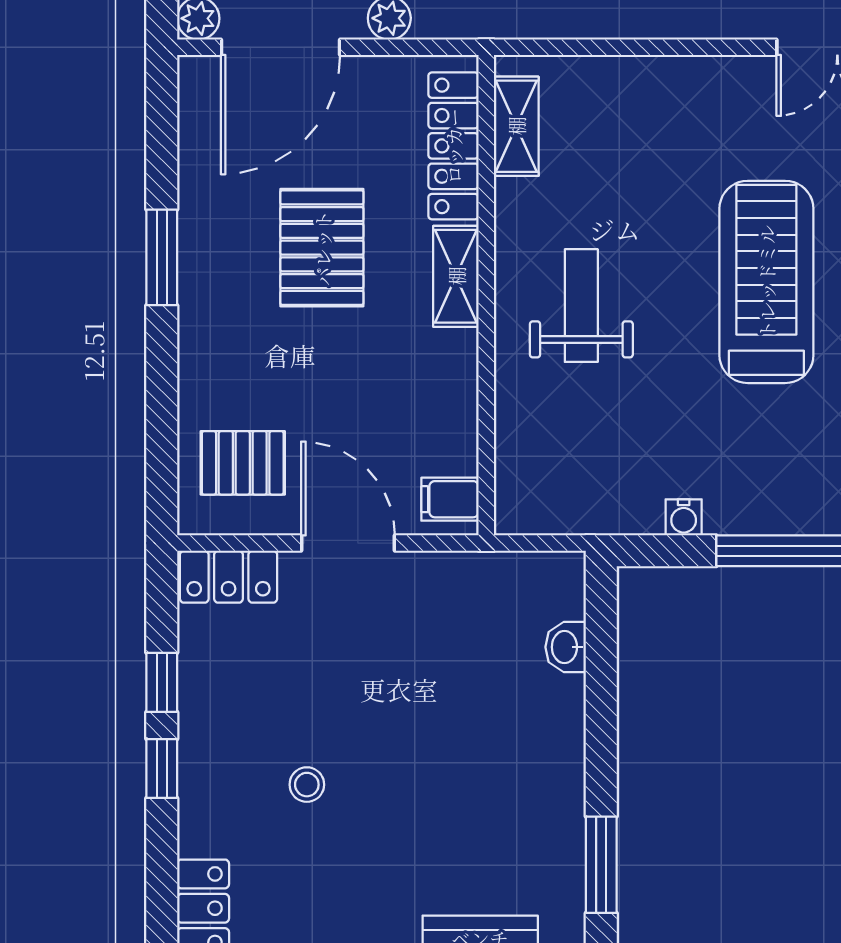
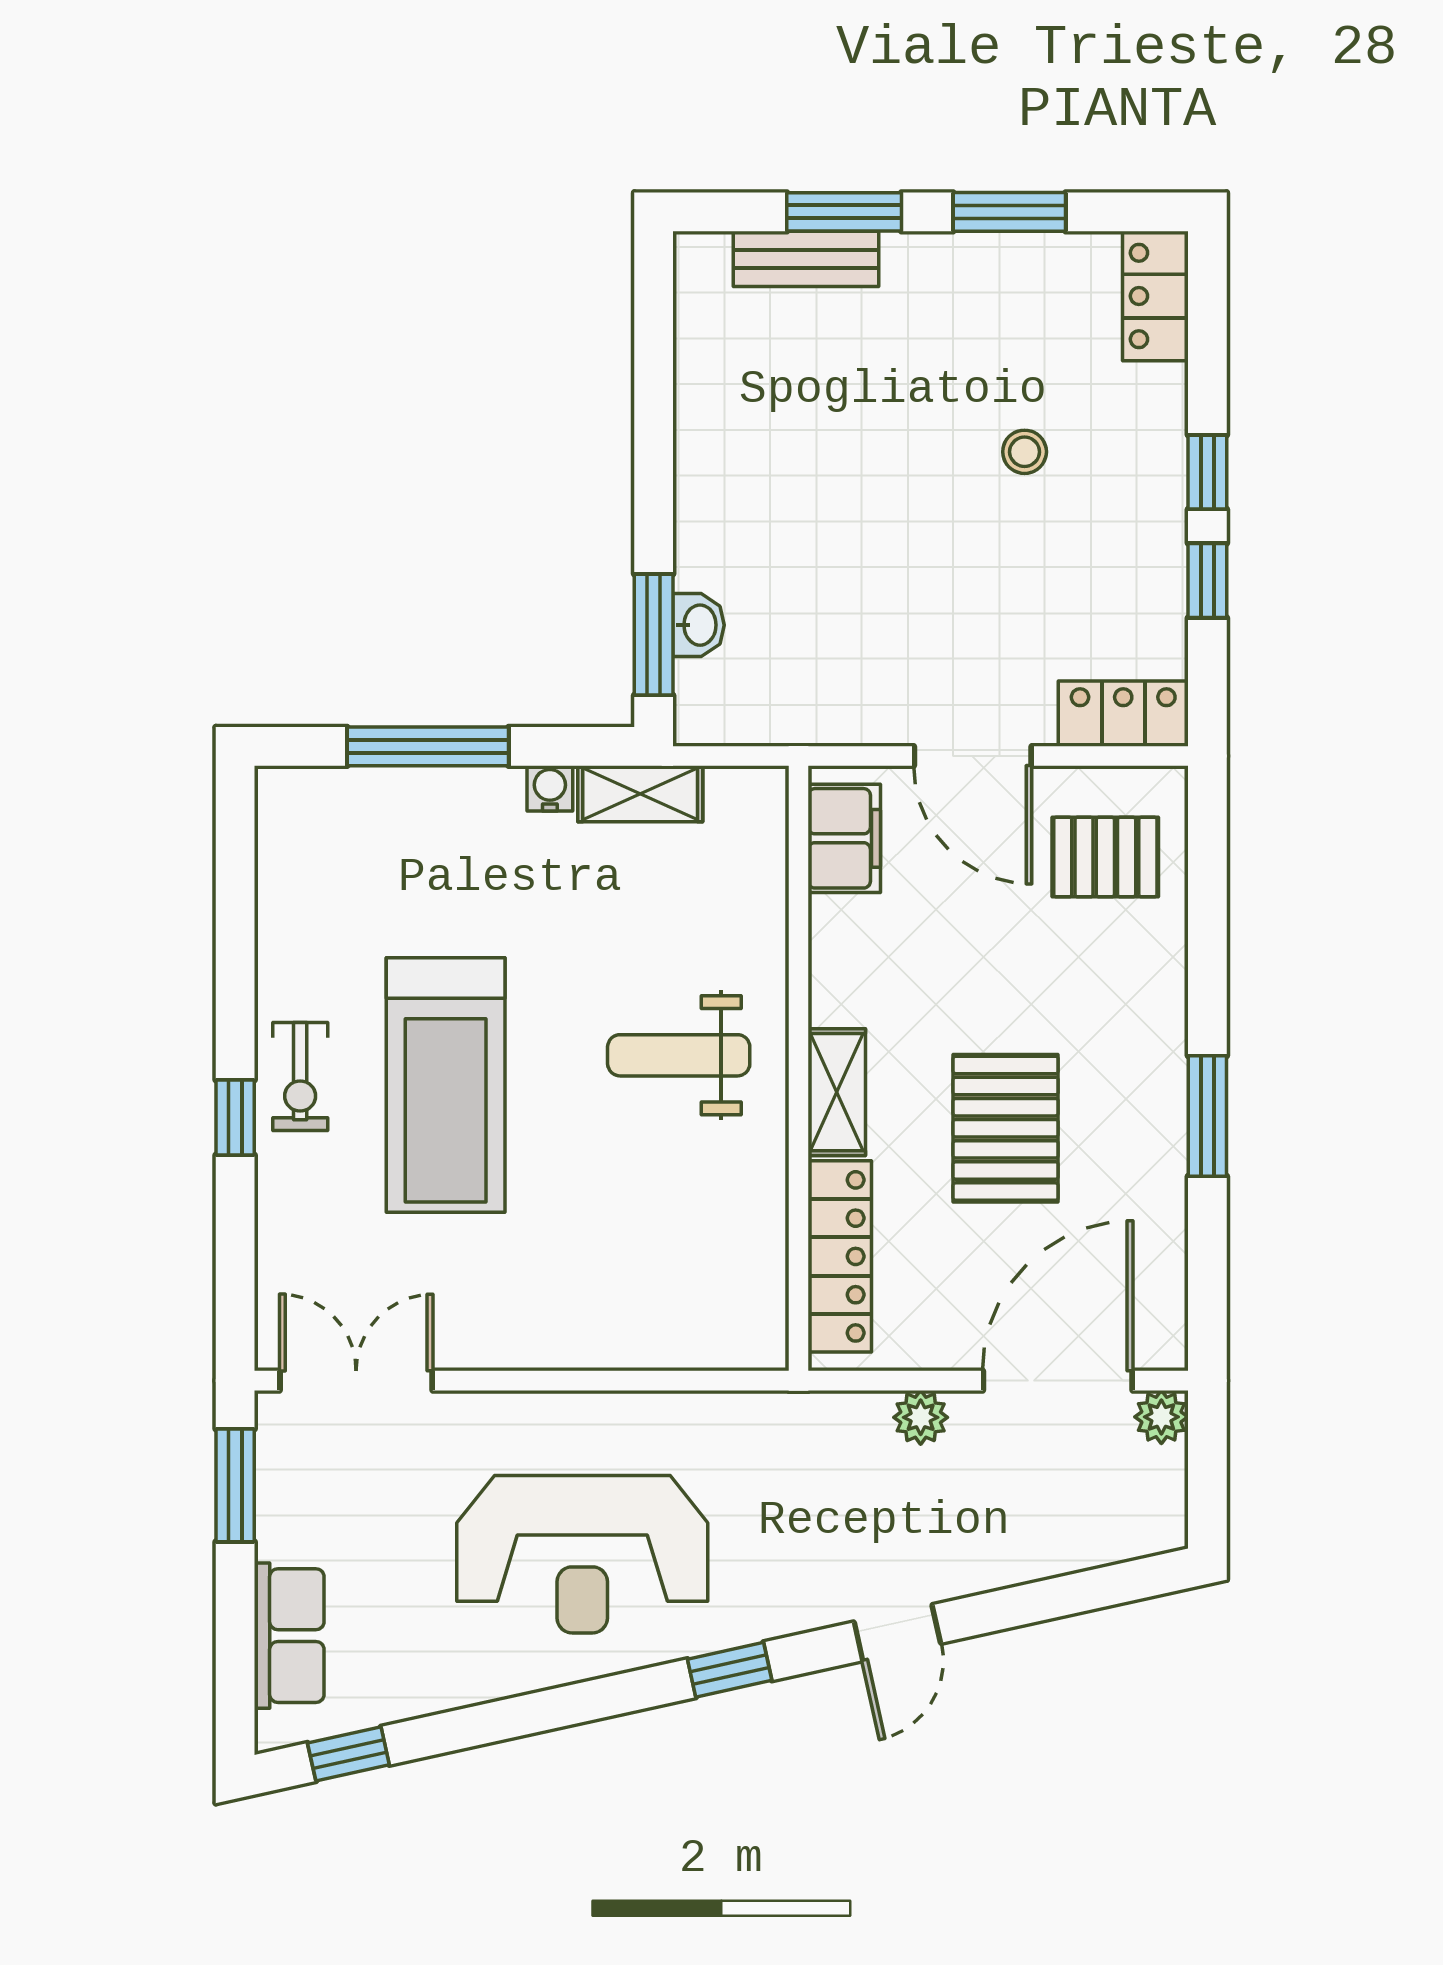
shelving: (516, 126) -> (640, 794), moved, turned 90
weight bench: (581, 306) -> (679, 1055), turned 90
filing cabinet: (450, 499) -> (844, 838), width x2.00
window: (601, 865) -> (654, 635), moved

